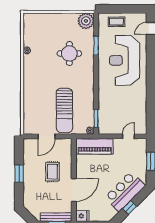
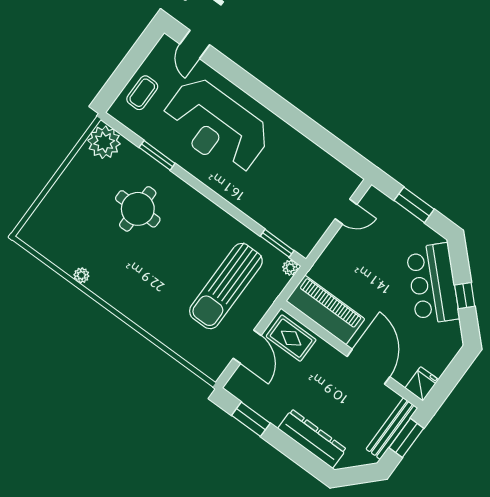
sun lounger: (64, 111) -> (226, 286), turned 90
door: (128, 136) -> (346, 212), swing flipped
piano: (95, 146) -> (325, 310), moved, turned -90
rug: (52, 172) -> (291, 338), moved
window: (19, 173) -> (251, 419), moved
dresser: (29, 189) -> (312, 439), added

